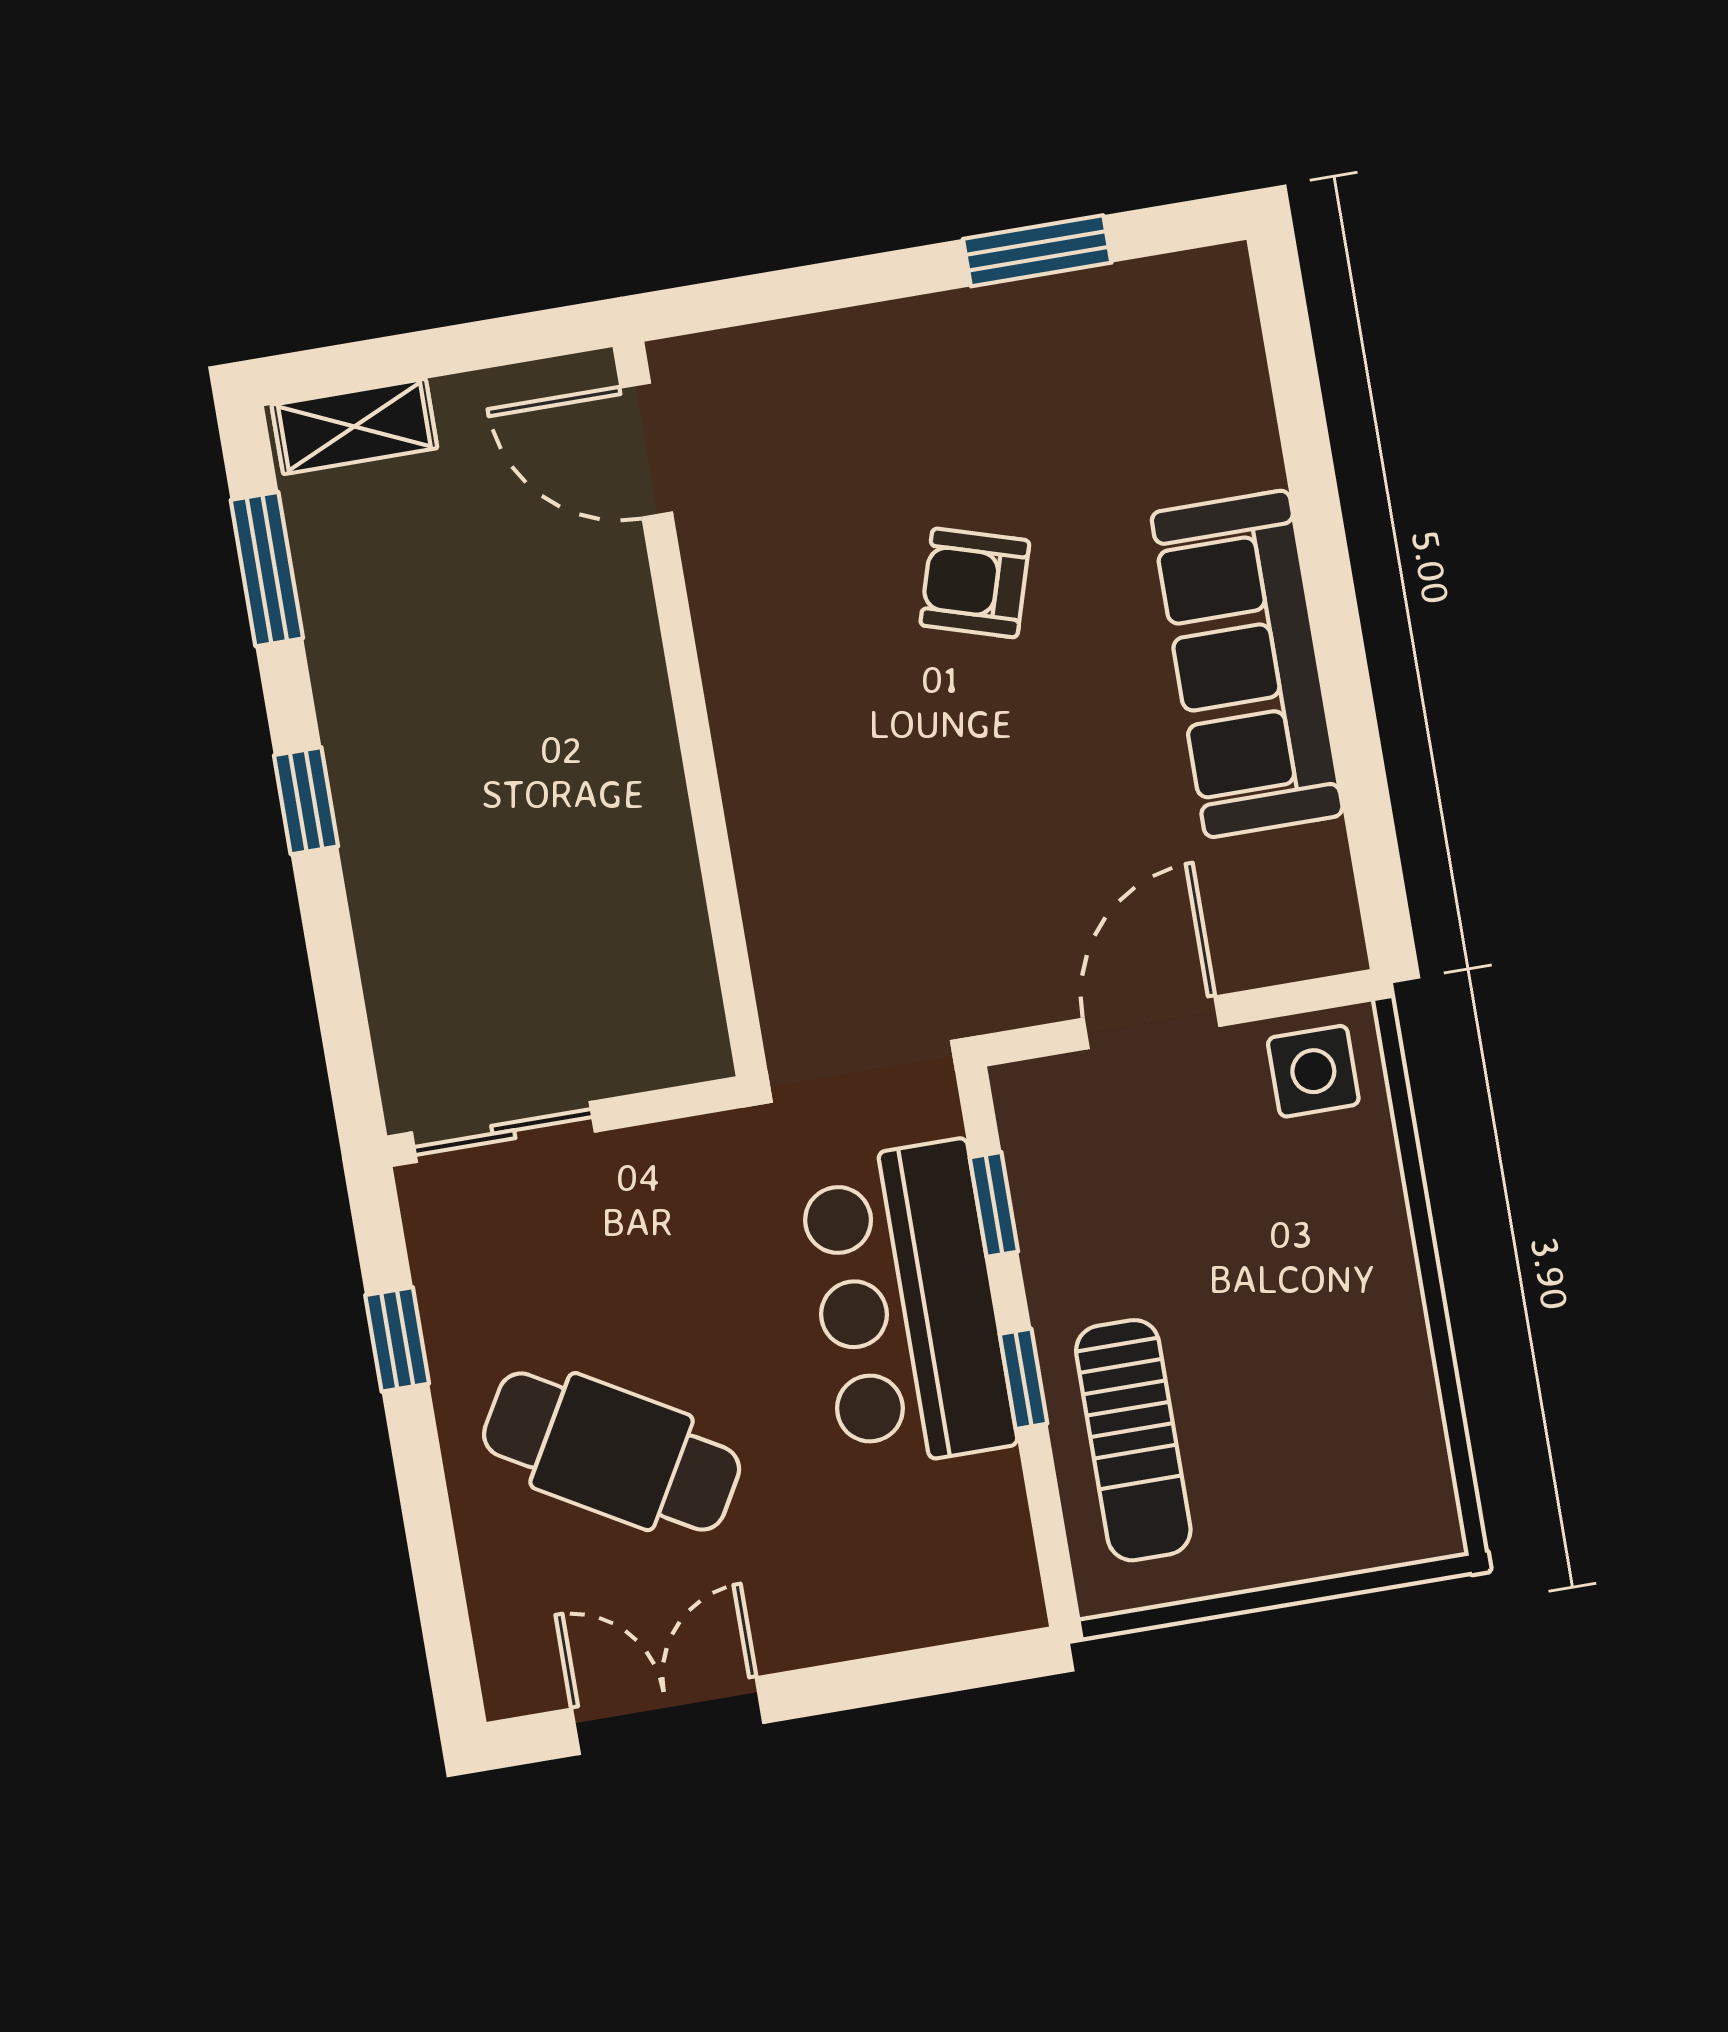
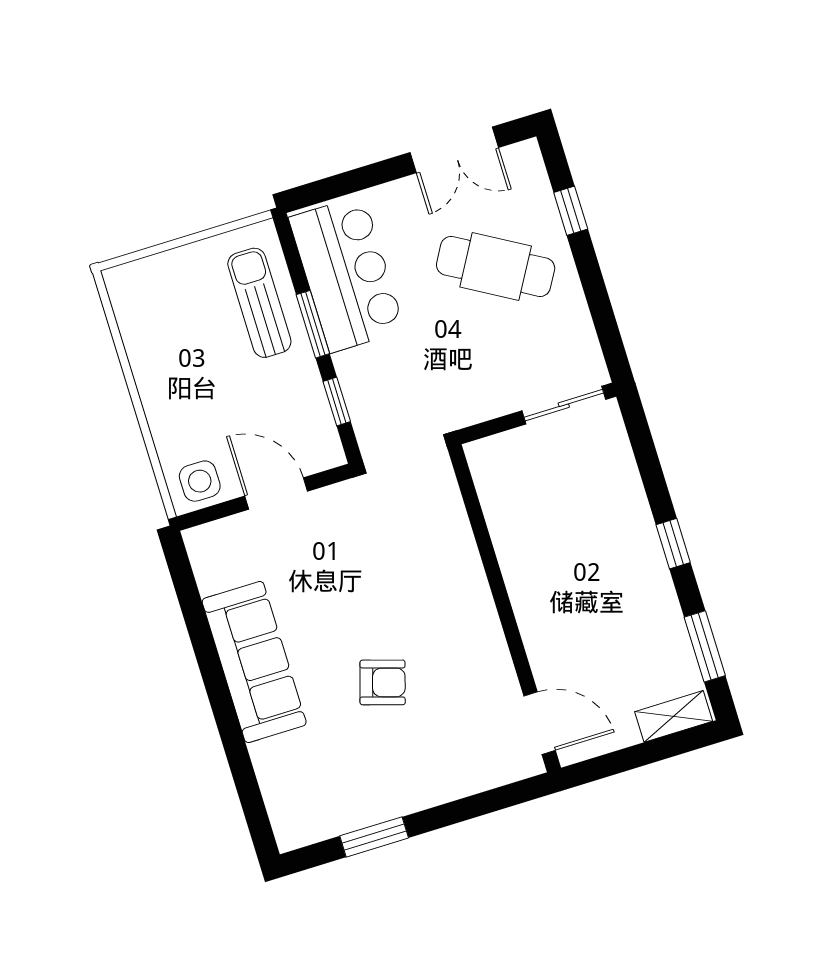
door: (1151, 1022) -> (276, 494), swing flipped
bar counter: (907, 1305) -> (347, 274), moved
window: (397, 1339) -> (571, 211), moved
window: (1023, 1379) -> (313, 324), width x1.50

